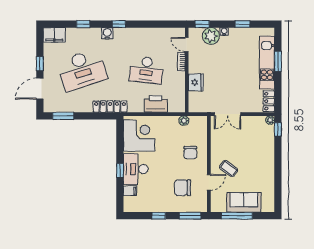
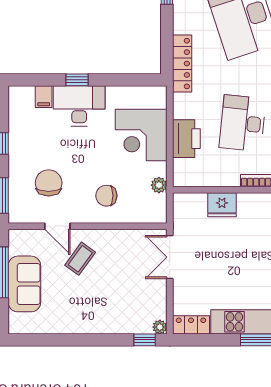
corner desk: (139, 136) -> (141, 135), moved, turned 90

